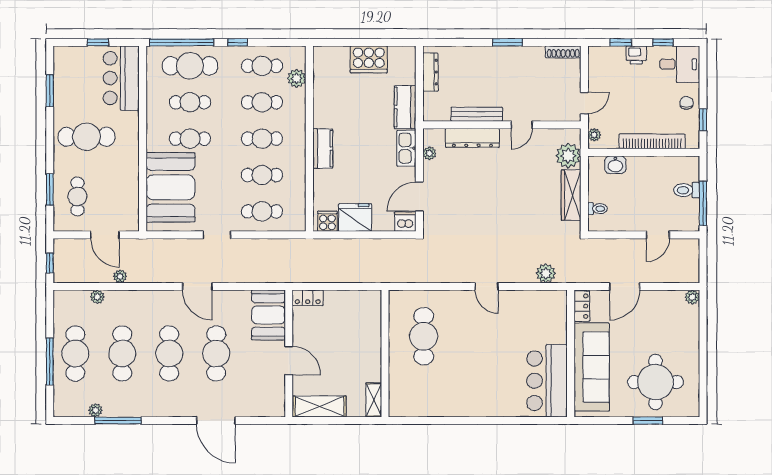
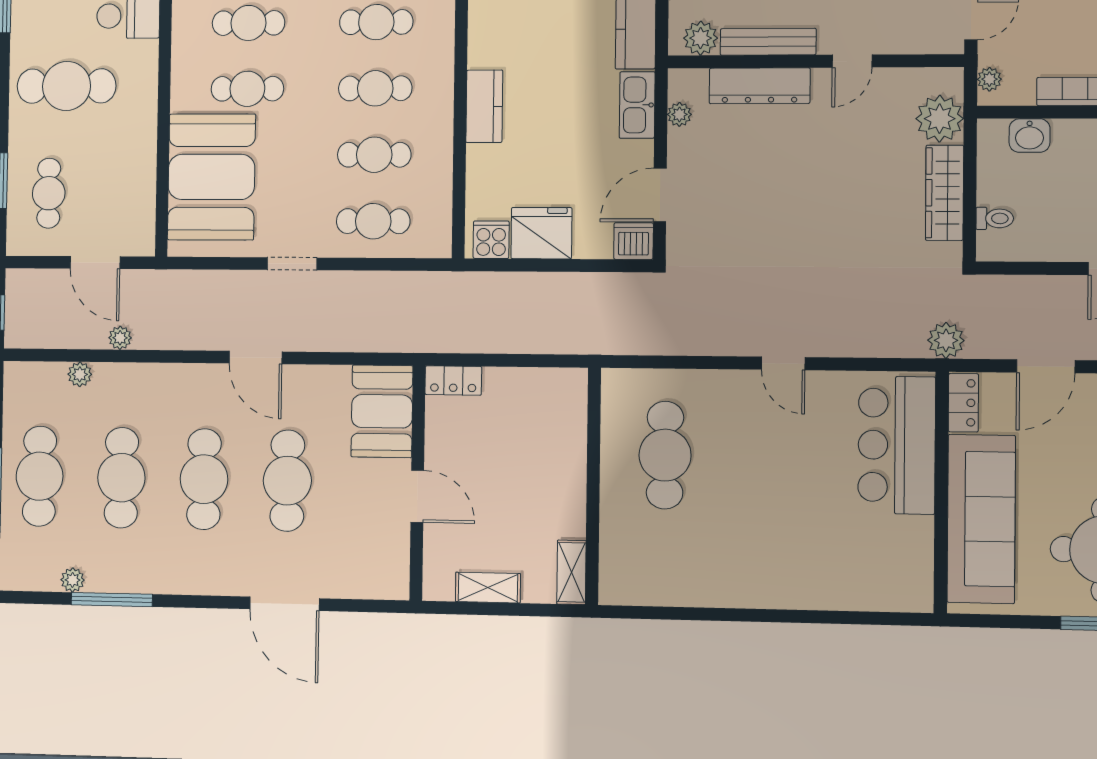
plant: (440, 112) -> (701, 38), added
plant: (546, 273) -> (946, 340), moved
bar counter: (547, 381) -> (897, 445), moved
shelving: (319, 406) -> (488, 588), width x0.67, depth x0.75

